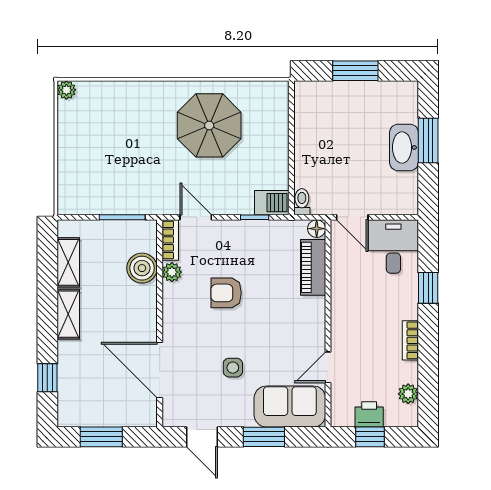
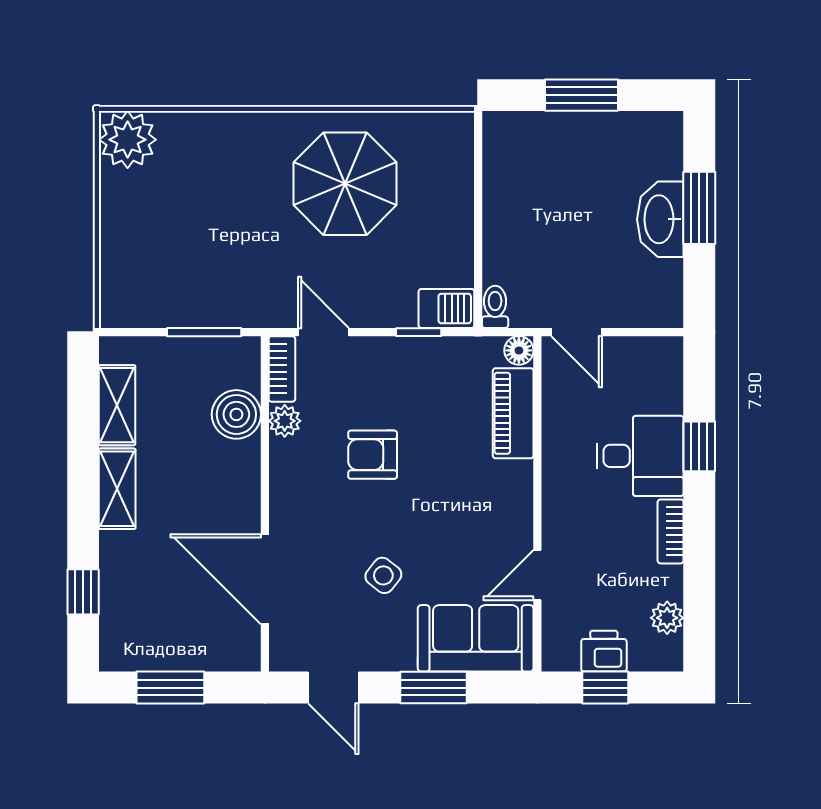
plant: (66, 90) -> (128, 140), width x1.88, depth x1.88
desk: (393, 246) -> (640, 456), moved, turned 90
side table: (233, 368) -> (383, 575), turned 38

